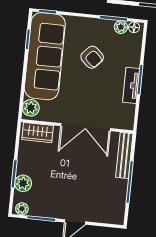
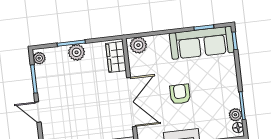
sofa: (45, 56) -> (202, 43), width x0.74, depth x0.79
armchair: (92, 57) -> (180, 94), moved, turned 137
double door: (86, 127) -> (131, 102), swing flipped
plant: (23, 183) -> (77, 52), moved

